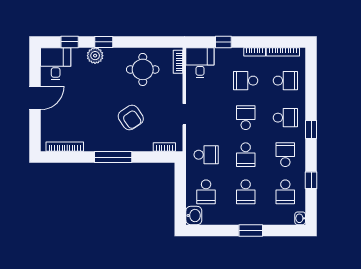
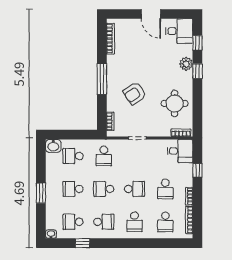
school desk: (246, 81) -> (165, 189), turned 180
window: (311, 129) -> (125, 243), removed

